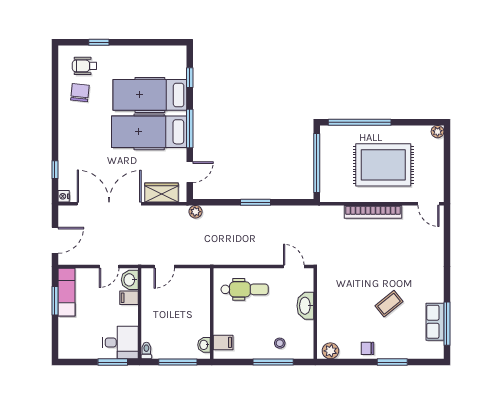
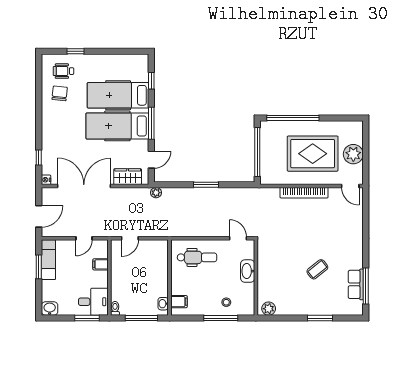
plant: (438, 132) -> (353, 154), moved, width x1.88, depth x1.88
washbasin: (130, 280) -> (50, 309), moved, turned 90
chair: (368, 348) -> (299, 307), removed

